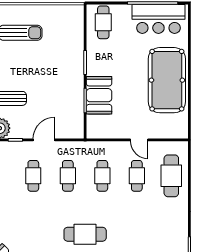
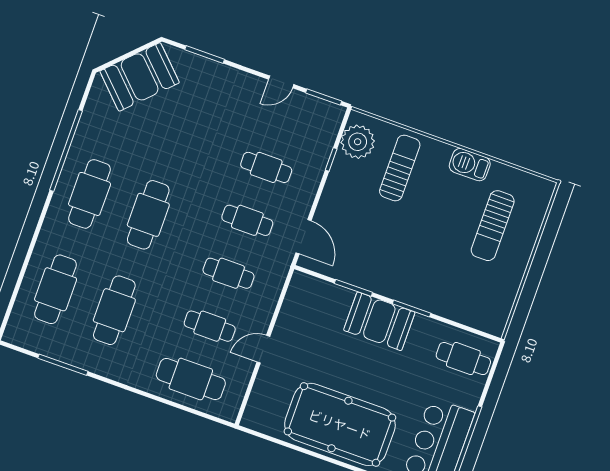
booth: (99, 95) -> (379, 321), moved
door: (44, 140) -> (304, 237), moved
cafe table: (147, 234) -> (114, 310), added

